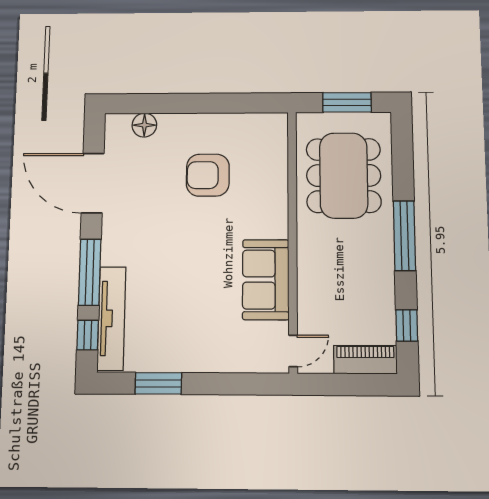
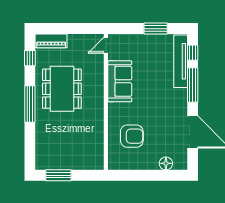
dining table: (344, 175) -> (62, 89), moved
wall: (293, 240) -> (106, 102), moved
sofa: (266, 280) -> (120, 81), moved
door: (293, 351) -> (106, 45), moved

